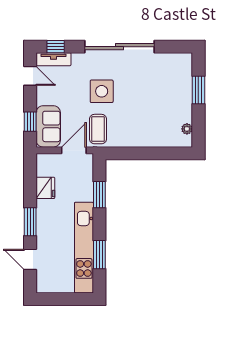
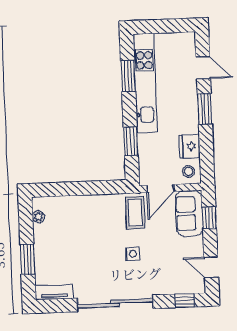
tv unit: (54, 59) -> (54, 292), moved
side table: (102, 91) -> (133, 254), width x0.54, depth x0.54
stool: (47, 165) -> (189, 171), added

